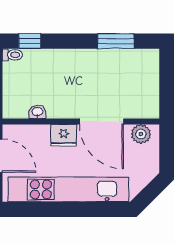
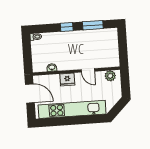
window: (30, 41) -> (67, 27), moved
door: (102, 121) -> (88, 70), width x0.53

